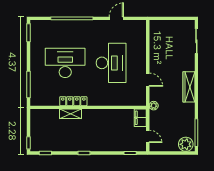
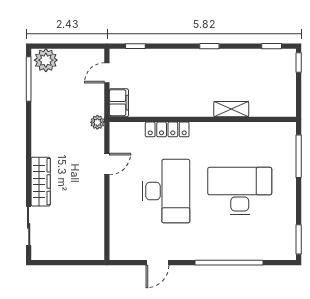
desk: (65, 63) -> (240, 191), turned 180
desk: (111, 63) -> (166, 191), turned 180
door: (148, 80) -> (107, 164), swing flipped
wardrobe: (189, 87) -> (41, 182), moved
locker: (73, 101) -> (167, 129), moved
door: (148, 136) -> (107, 73), hinge flipped

